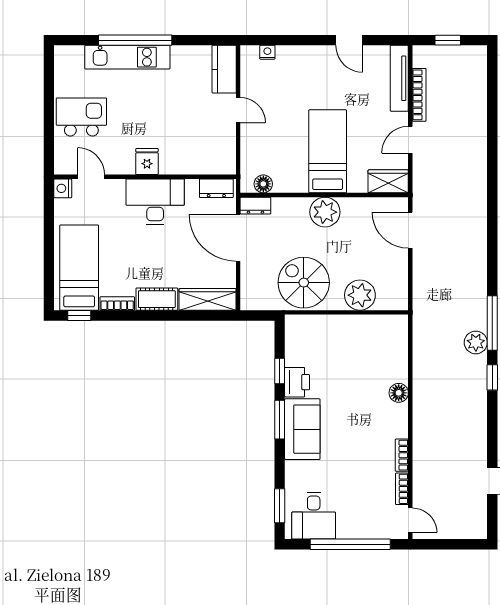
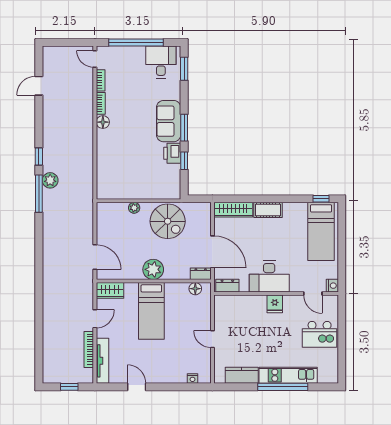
kitchen counter: (224, 69) -> (242, 375), moved, turned -90
plant: (360, 295) -> (134, 208), width x0.53, depth x0.53
bookcase: (117, 304) -> (295, 207), removed
floor lamp: (399, 393) -> (103, 122), moved

